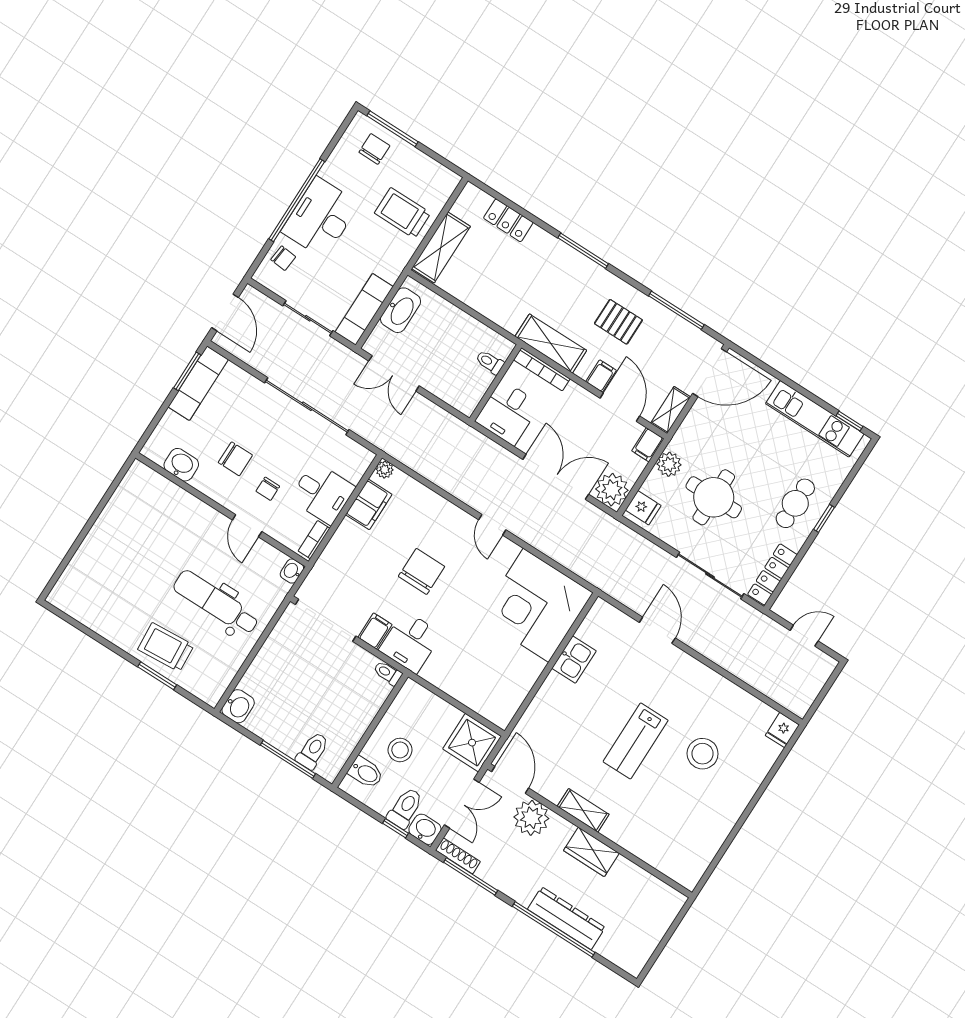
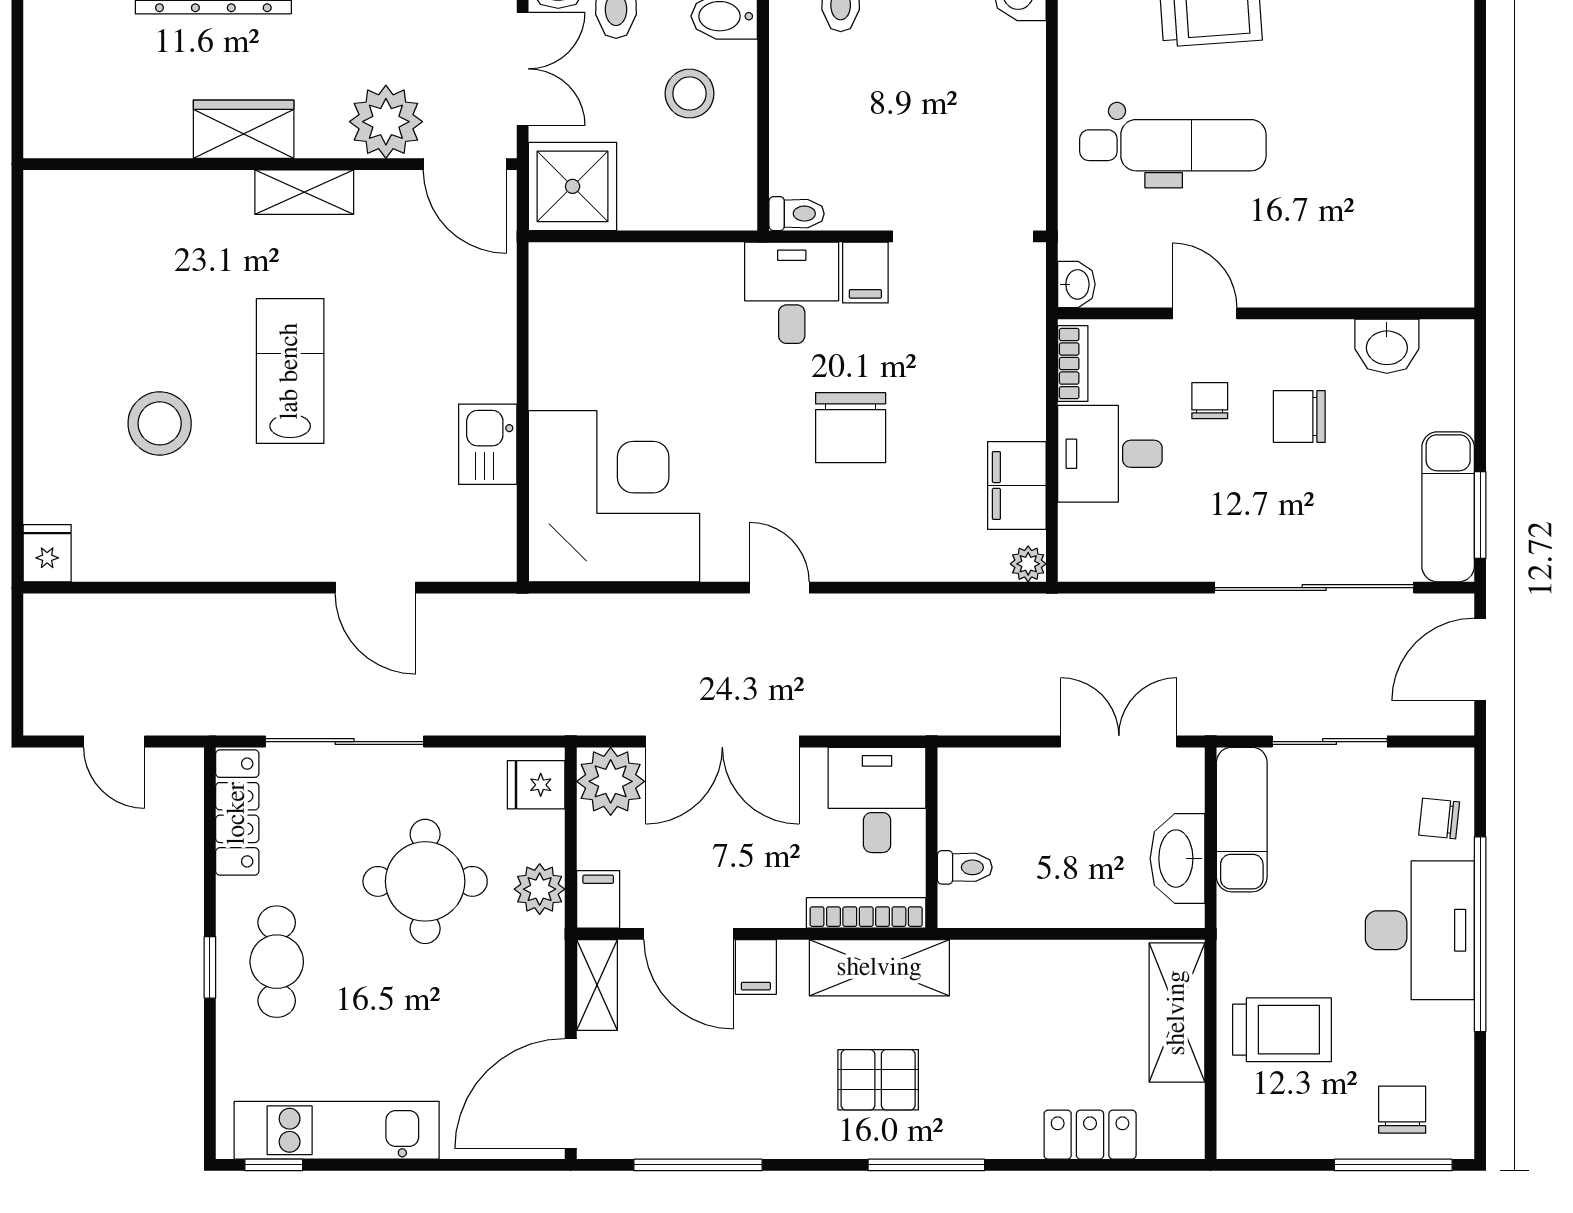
chair: (374, 149) -> (1402, 1110), turned 180
door: (225, 313) -> (1480, 659), hinge flipped
pallet: (618, 322) -> (878, 1080), moved
sliding door: (307, 406) -> (1314, 588), moved
door: (804, 636) -> (114, 742), hinge flipped
double door: (462, 804) -> (523, 69), swing flipped

